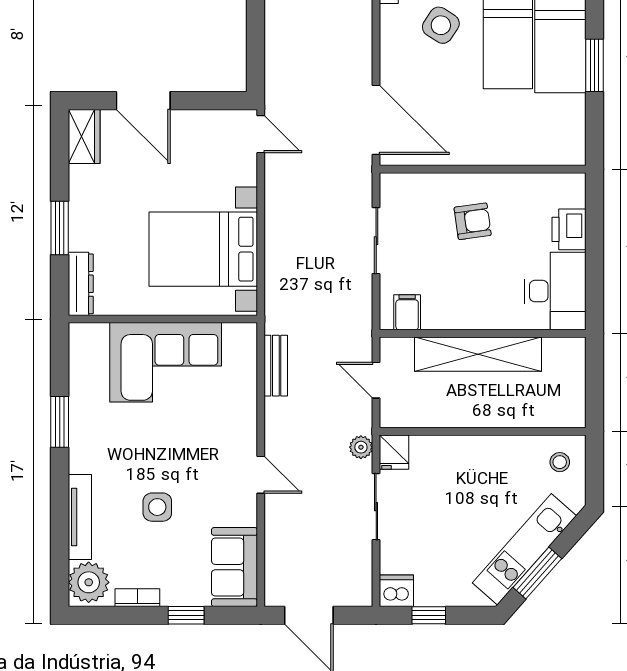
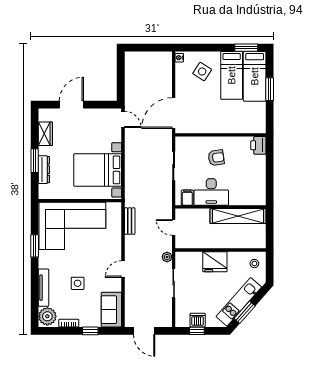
door: (143, 101) -> (71, 105), swing flipped
door: (376, 120) -> (174, 113), swing flipped
wardrobe: (84, 136) -> (45, 134), moved
printer: (569, 229) -> (258, 145), moved
dresser: (81, 284) -> (44, 170), moved
desk: (555, 291) -> (211, 192), moved, turned 90
shelving: (478, 354) -> (238, 216), moved
corner sofa: (166, 362) -> (72, 226), width x1.36, depth x1.36
fridge: (394, 452) -> (215, 262), moved, width x1.88, depth x1.34
door: (261, 475) -> (123, 269), swing flipped
dishwasher: (396, 591) -> (198, 320), moved

